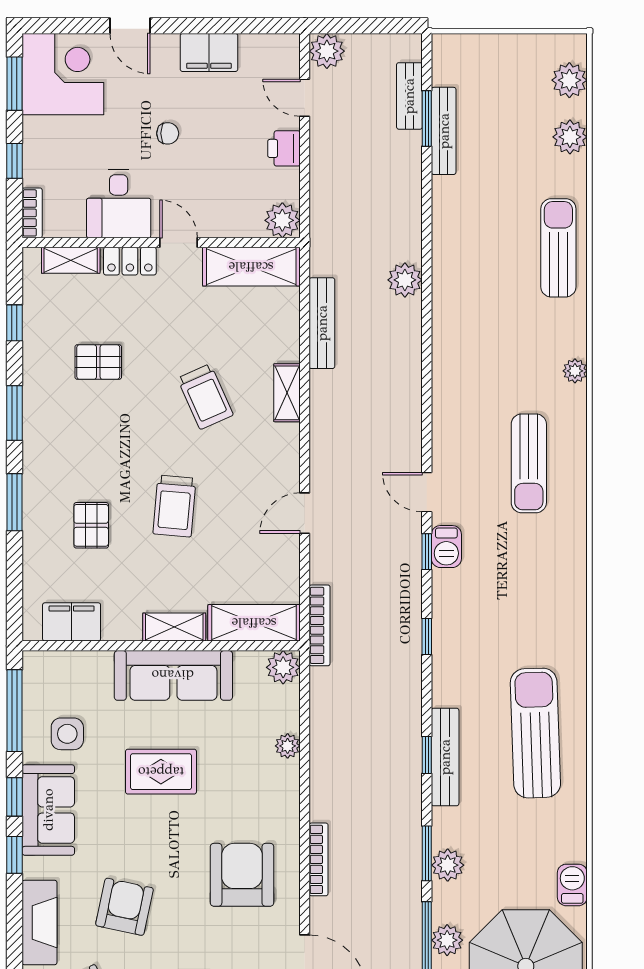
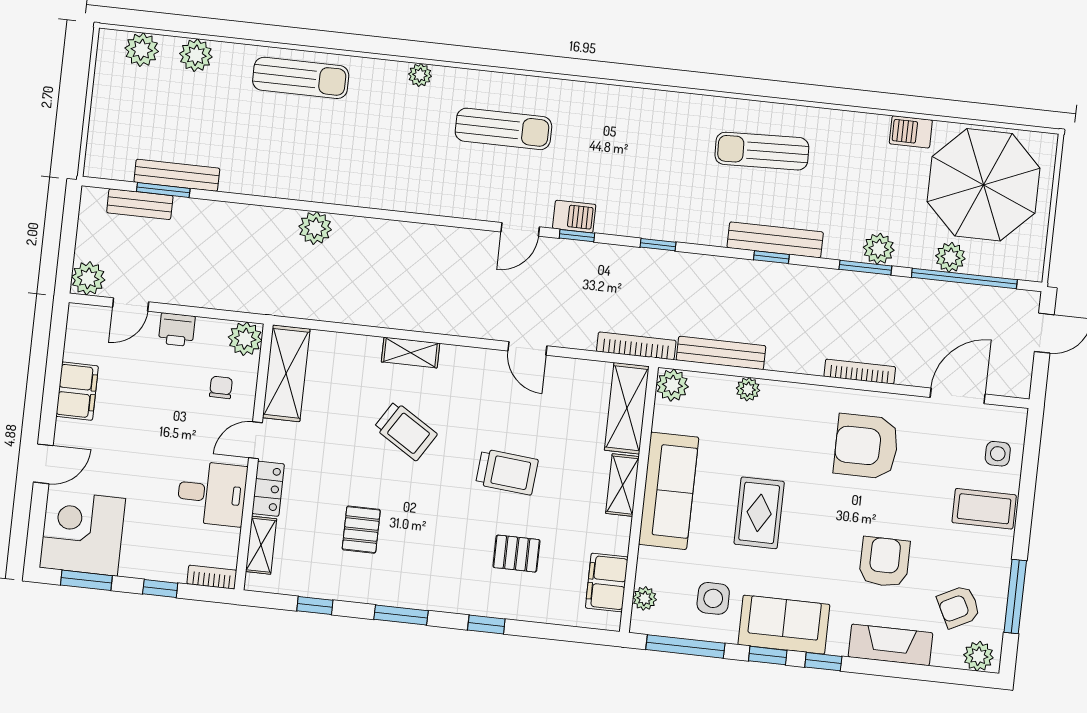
chair: (168, 133) -> (221, 387), moved
sun lounger: (558, 248) -> (301, 78), turned 180
bench: (322, 323) -> (721, 353), moved
trolley: (205, 397) -> (406, 431), turned 56
window: (14, 502) -> (486, 624), width x0.67
plant: (59, 663) -> (645, 598), added
sun lounger: (535, 733) -> (762, 151), width x0.73, depth x0.75
armchair: (124, 907) -> (884, 562), turned 78

